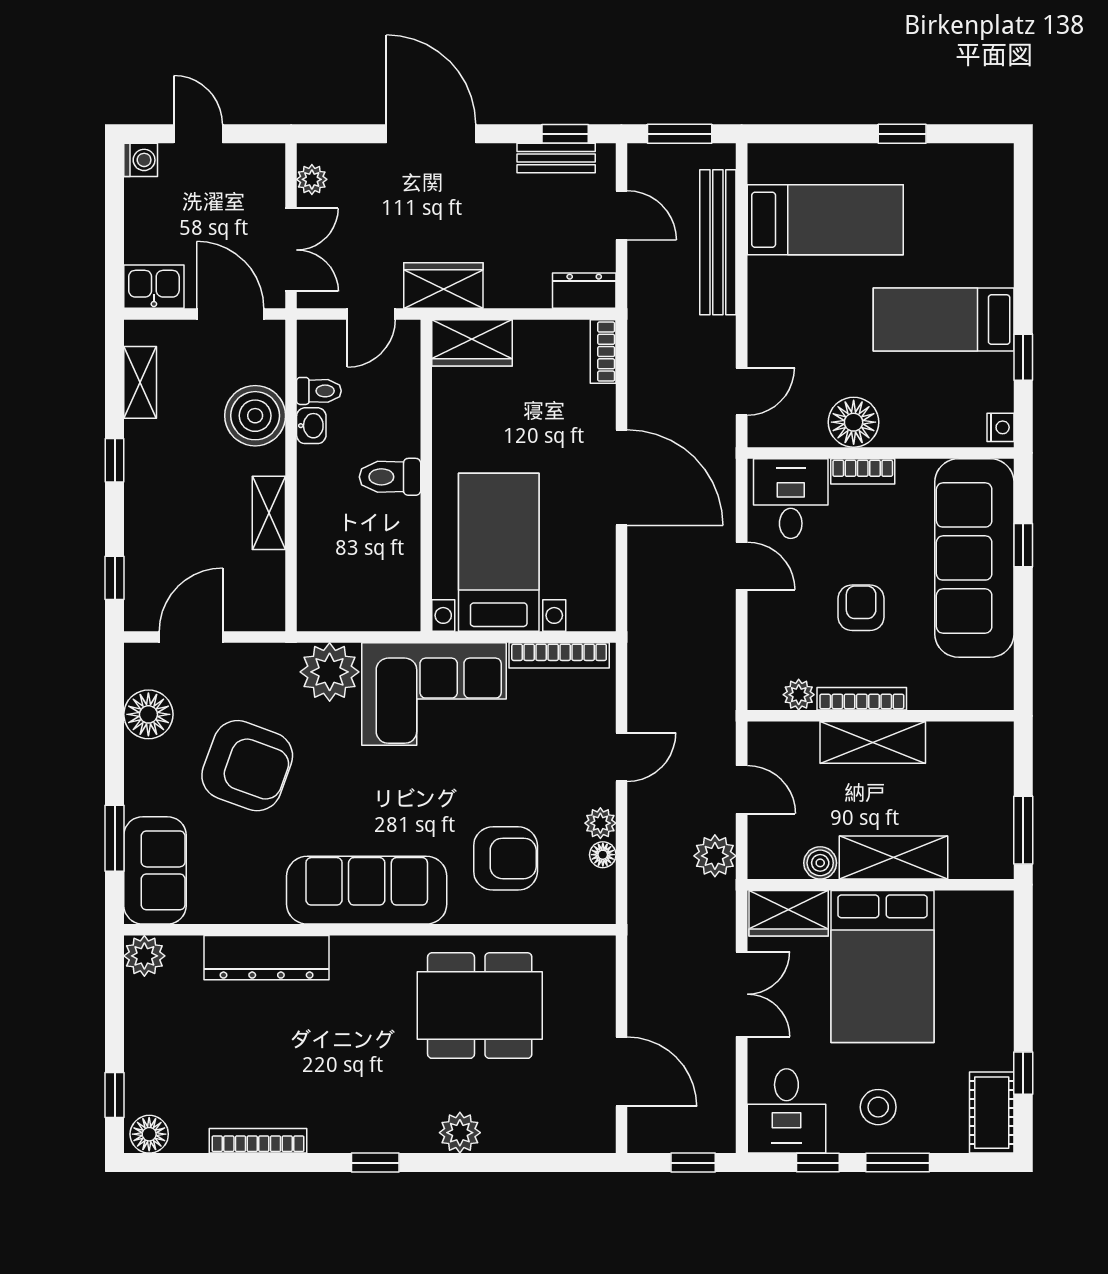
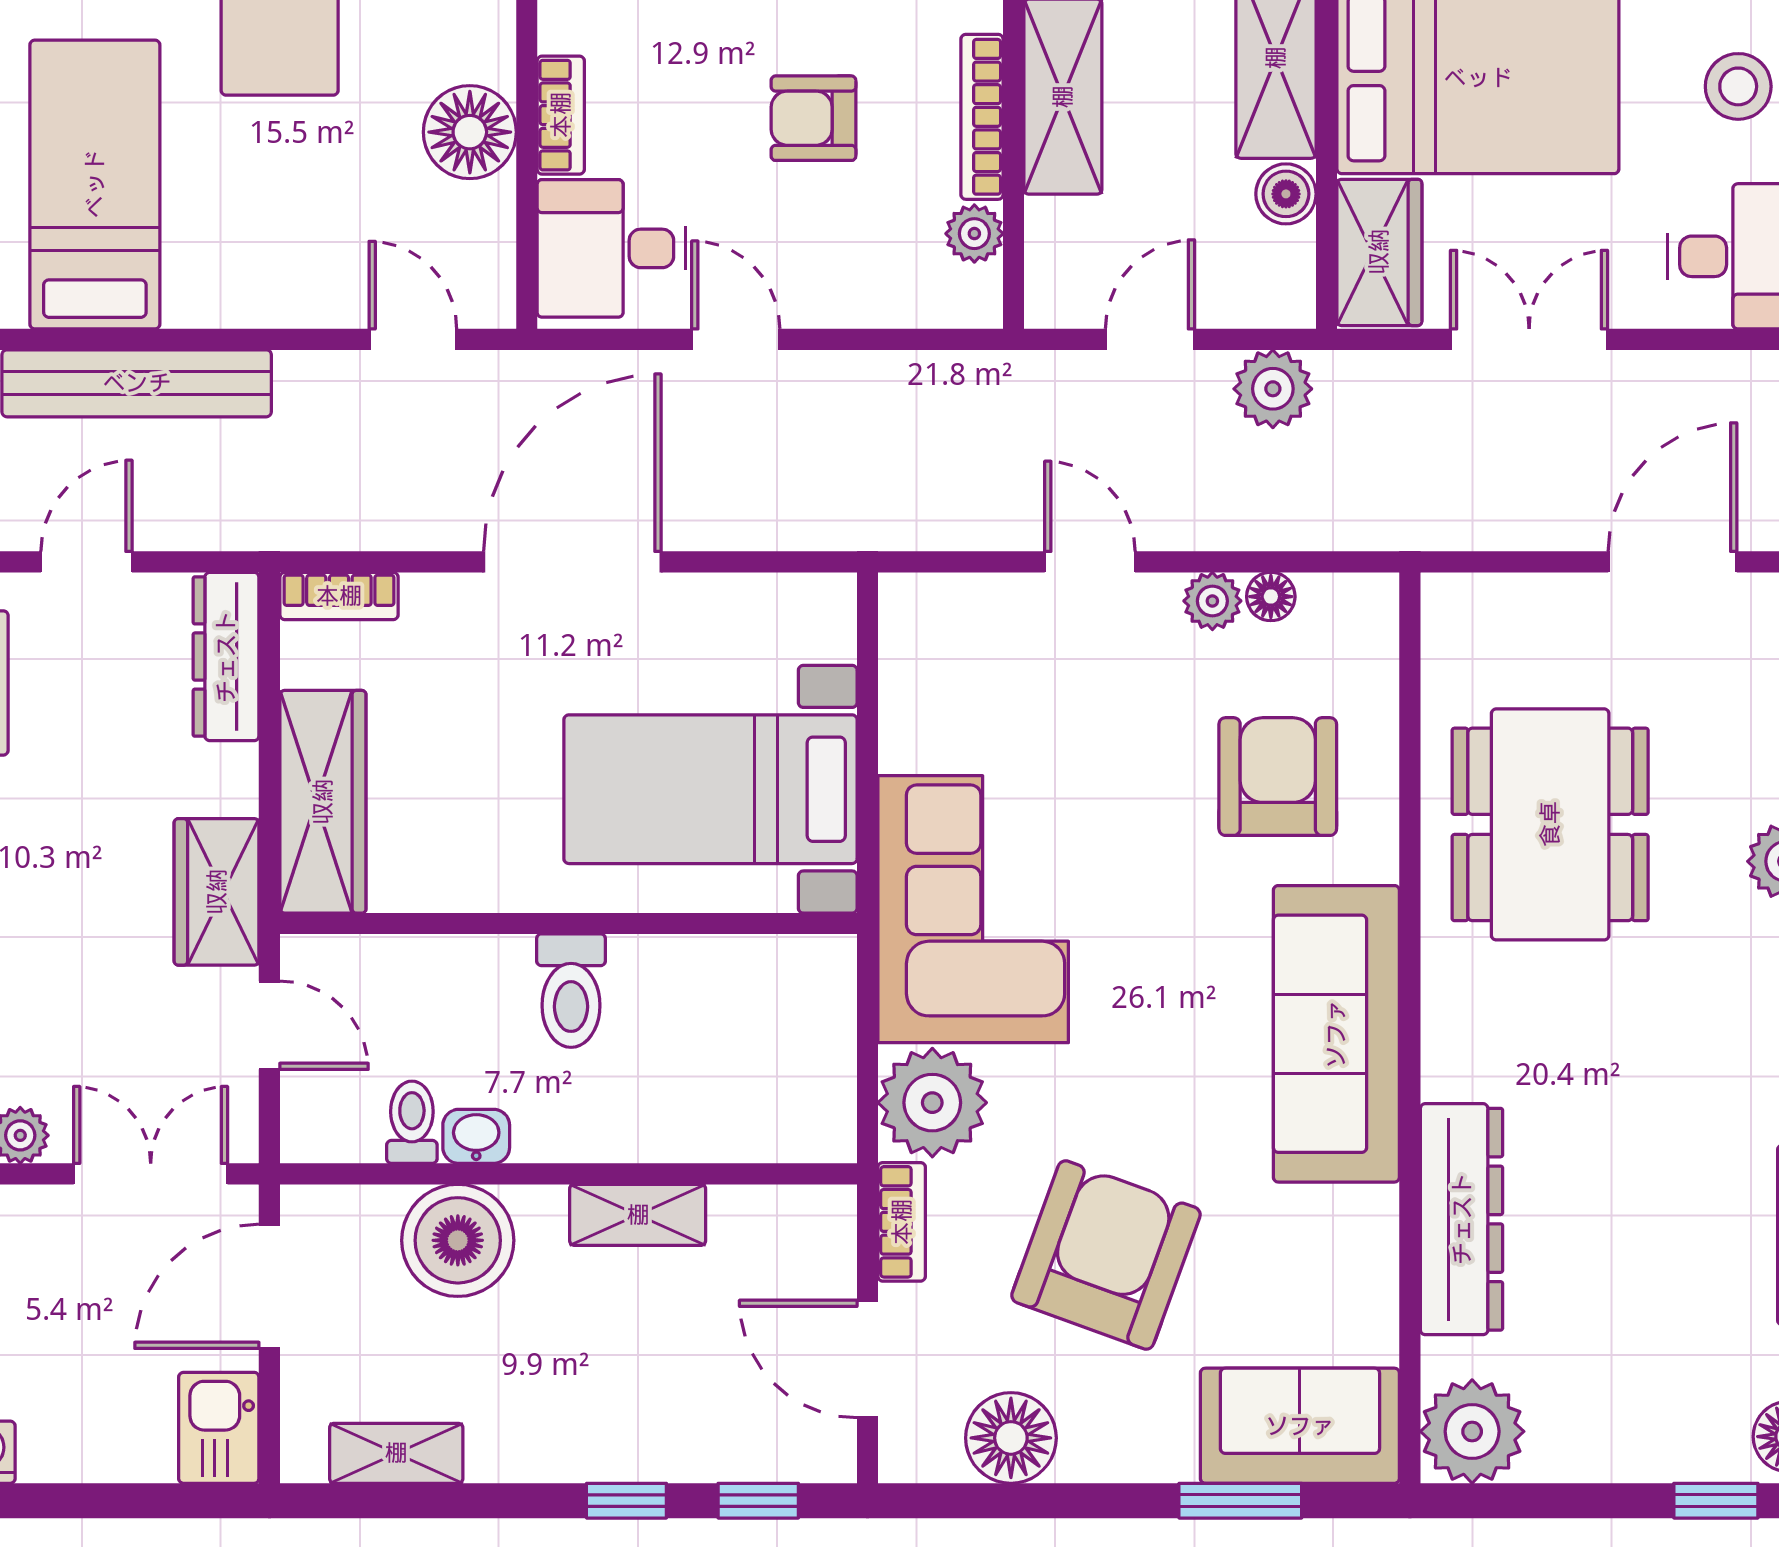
dresser: (584, 291) -> (226, 657), width x1.44
wardrobe: (472, 343) -> (323, 802), width x1.50
window: (115, 460) -> (626, 1501), moved
door: (742, 566) -> (736, 339), hinge flipped
bookcase: (559, 655) -> (902, 1222), moved, width x0.64
plant: (144, 956) -> (1472, 1431), width x1.36, depth x1.36

